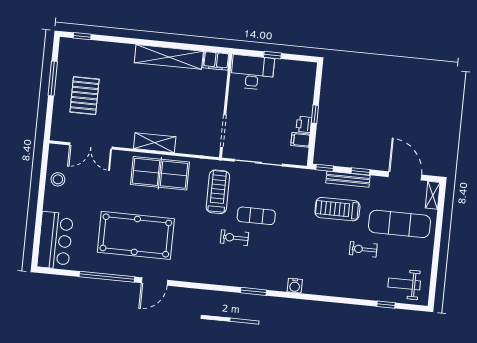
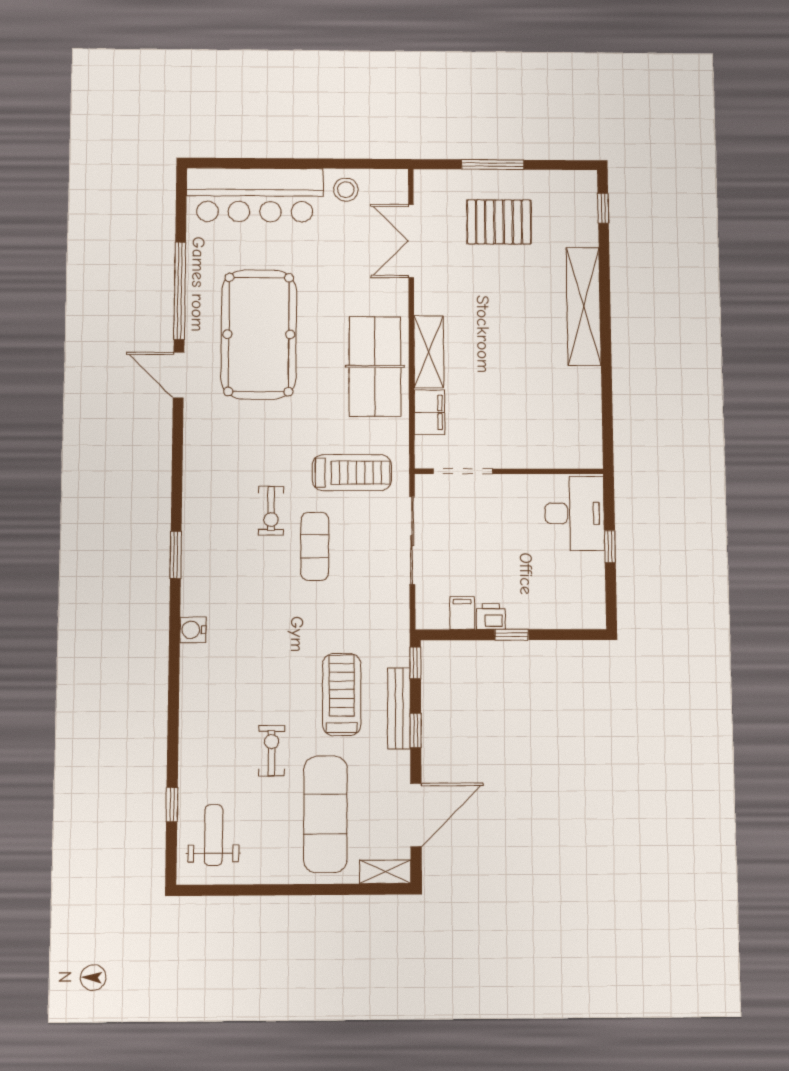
shelving: (169, 57) -> (584, 306), moved
filing cabinet: (216, 61) -> (429, 412), moved, turned 180
window: (53, 78) -> (493, 165), moved
exercise bike: (234, 238) -> (271, 511), turned 180
bar counter: (55, 241) -> (255, 195), width x1.36

